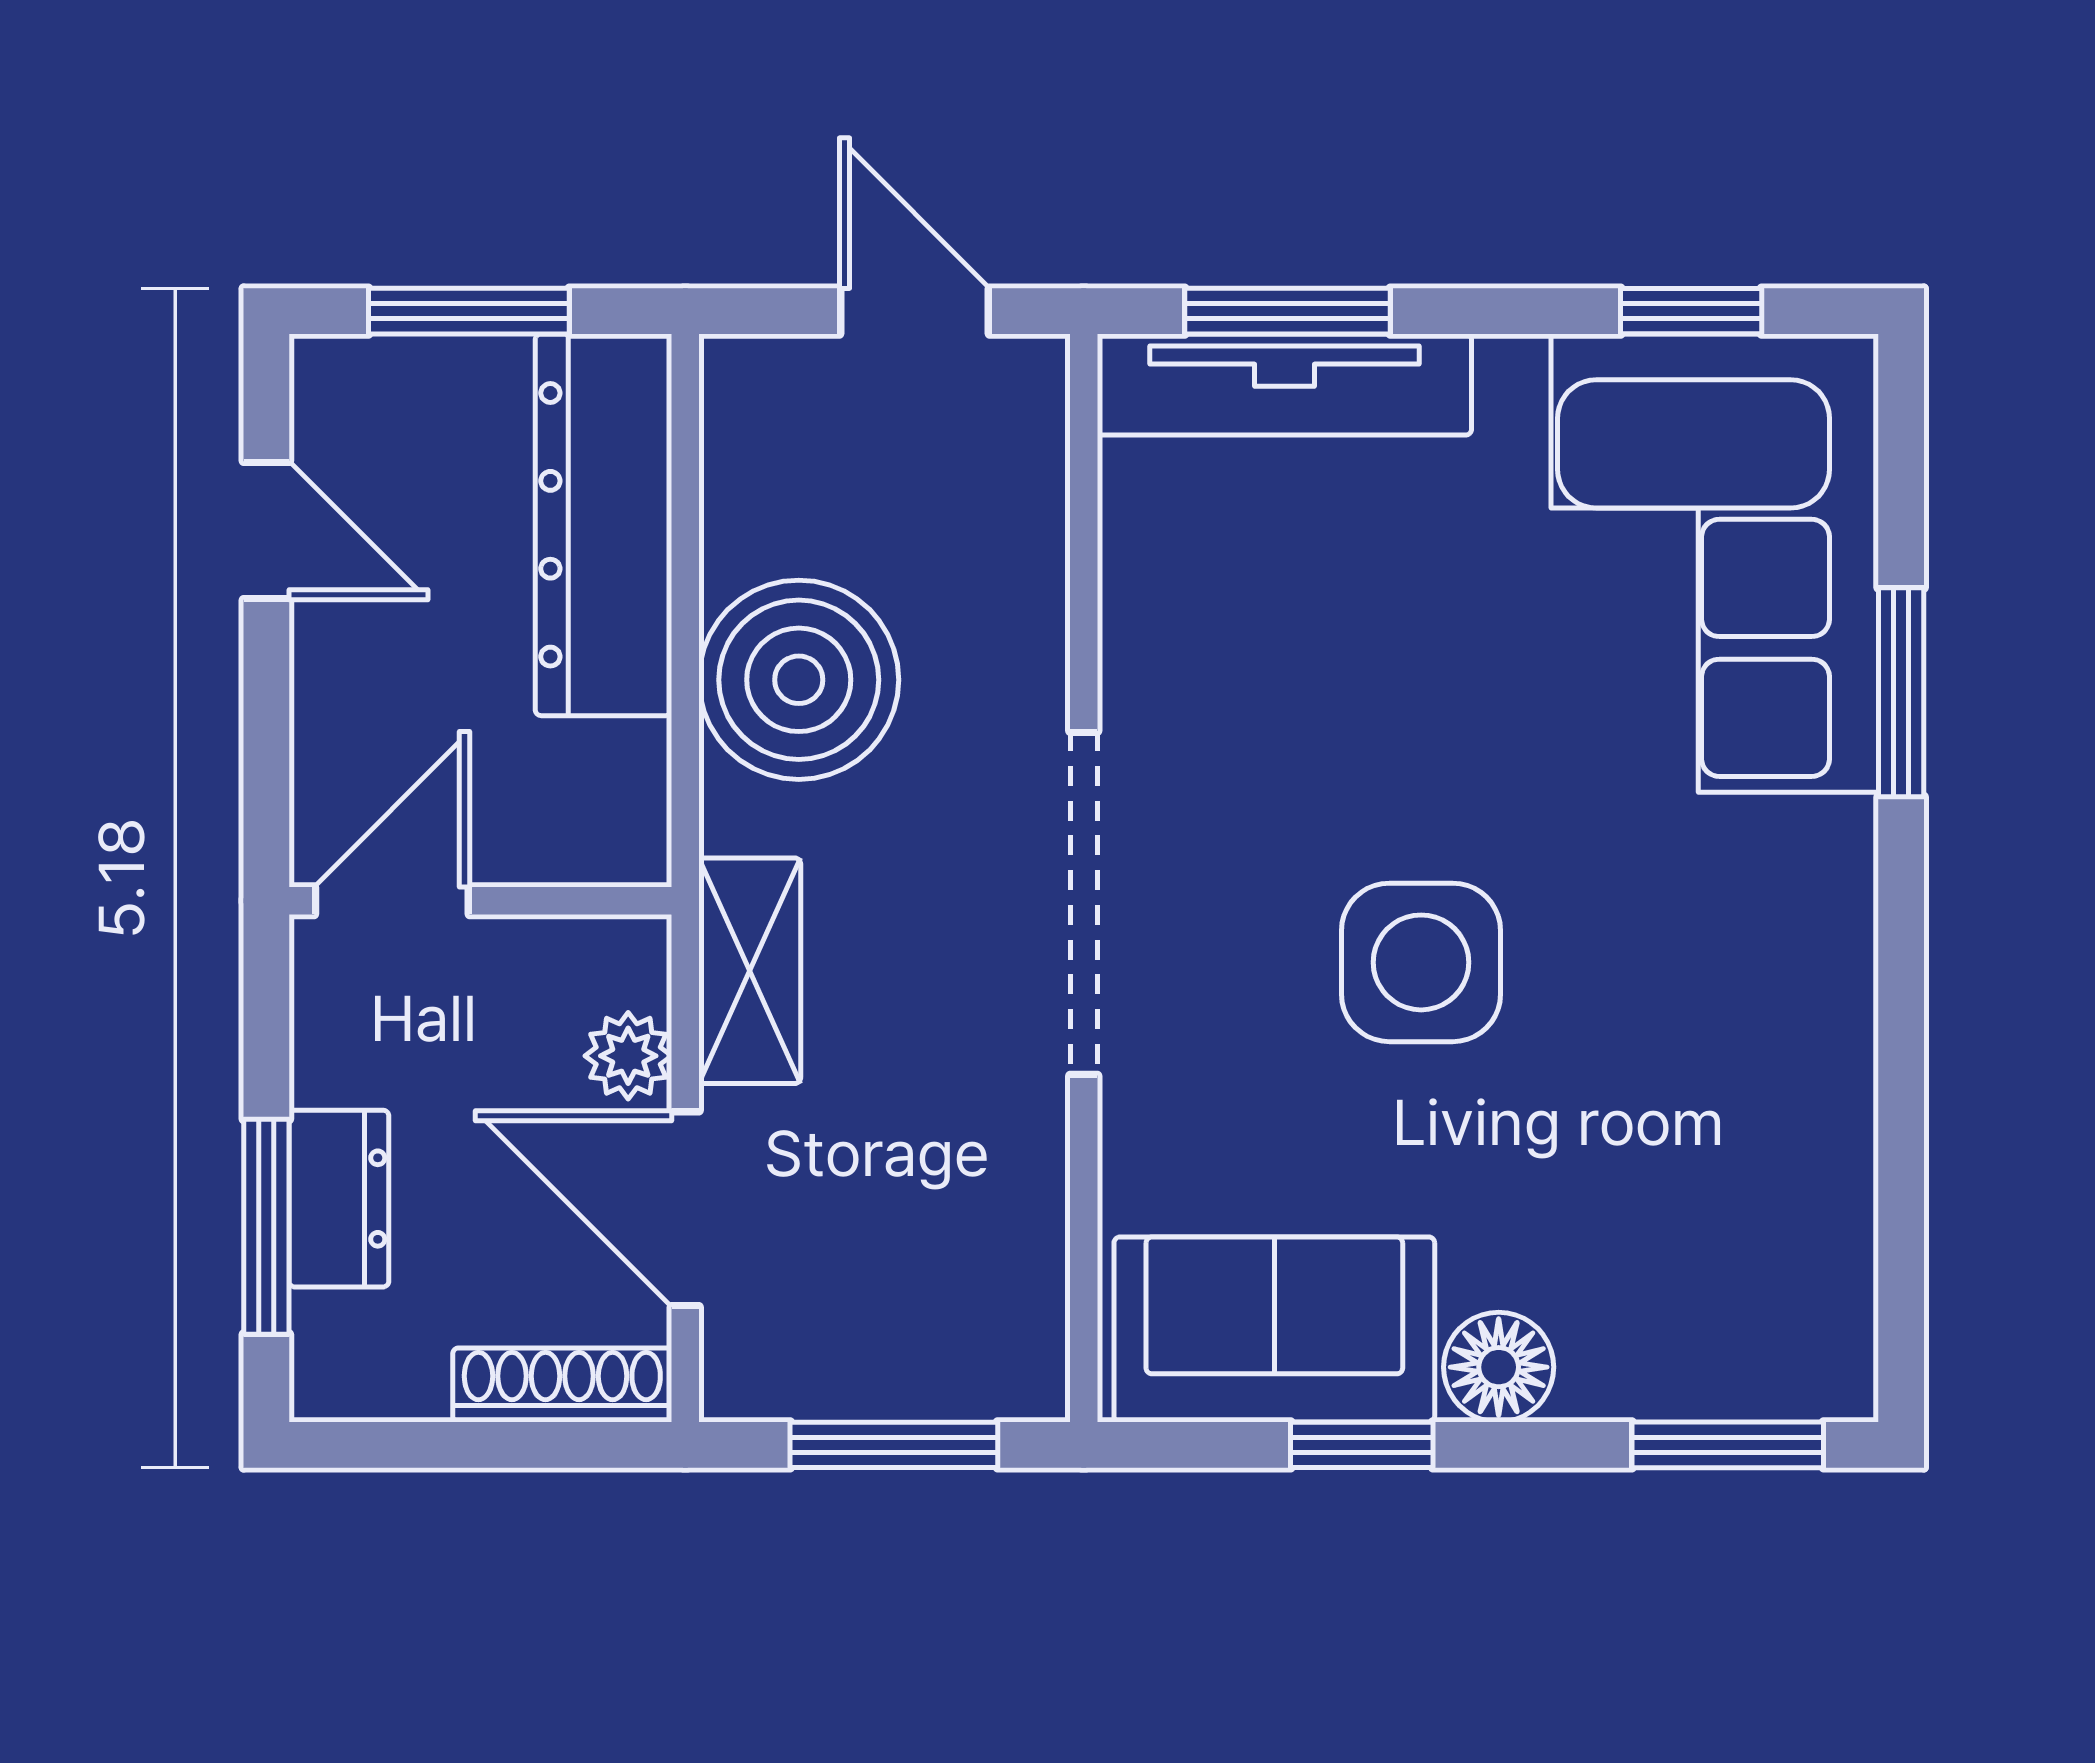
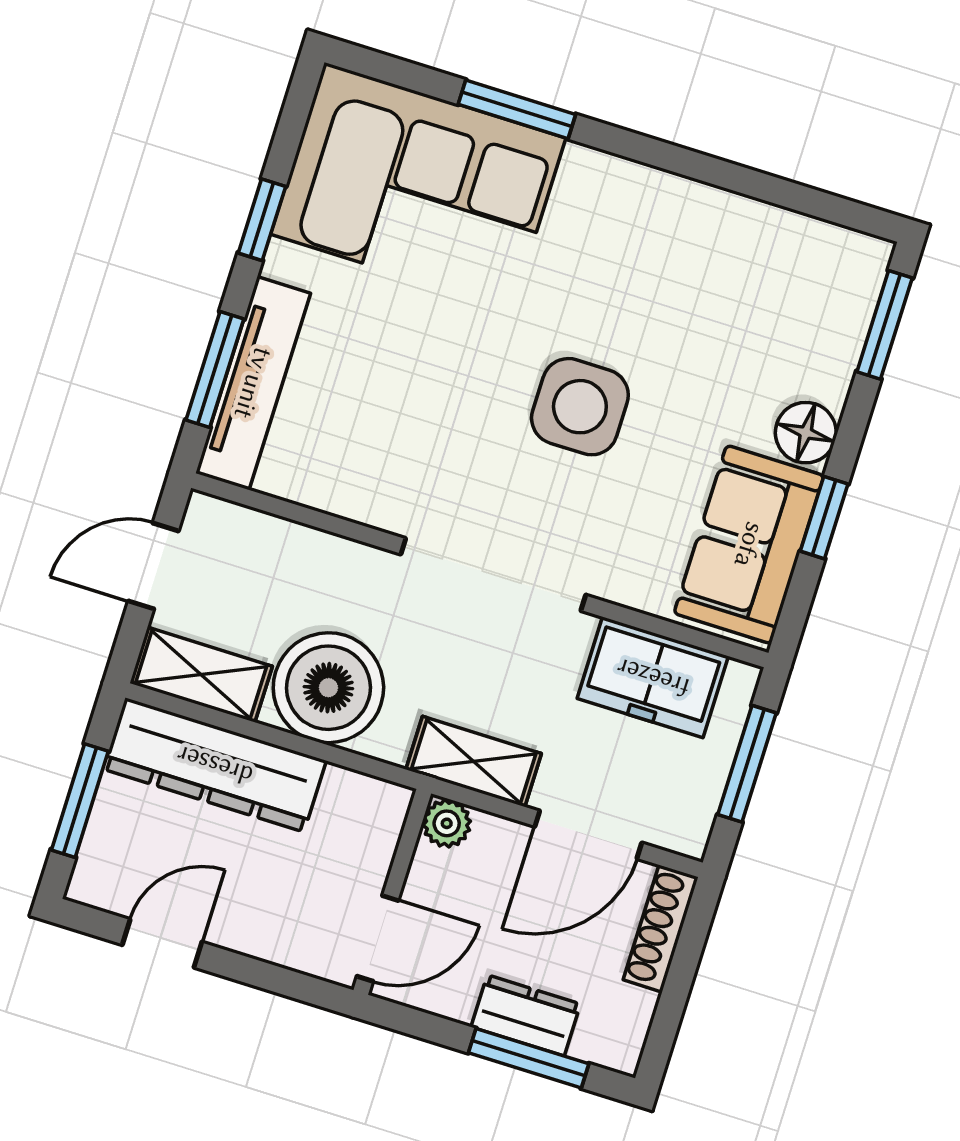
window: (1691, 311) -> (262, 220), moved
shelving: (752, 452) -> (201, 675), added
door: (392, 901) -> (378, 938), swing flipped
plant: (628, 1056) -> (447, 823), moved
freezer: (992, 1235) -> (653, 677), added

